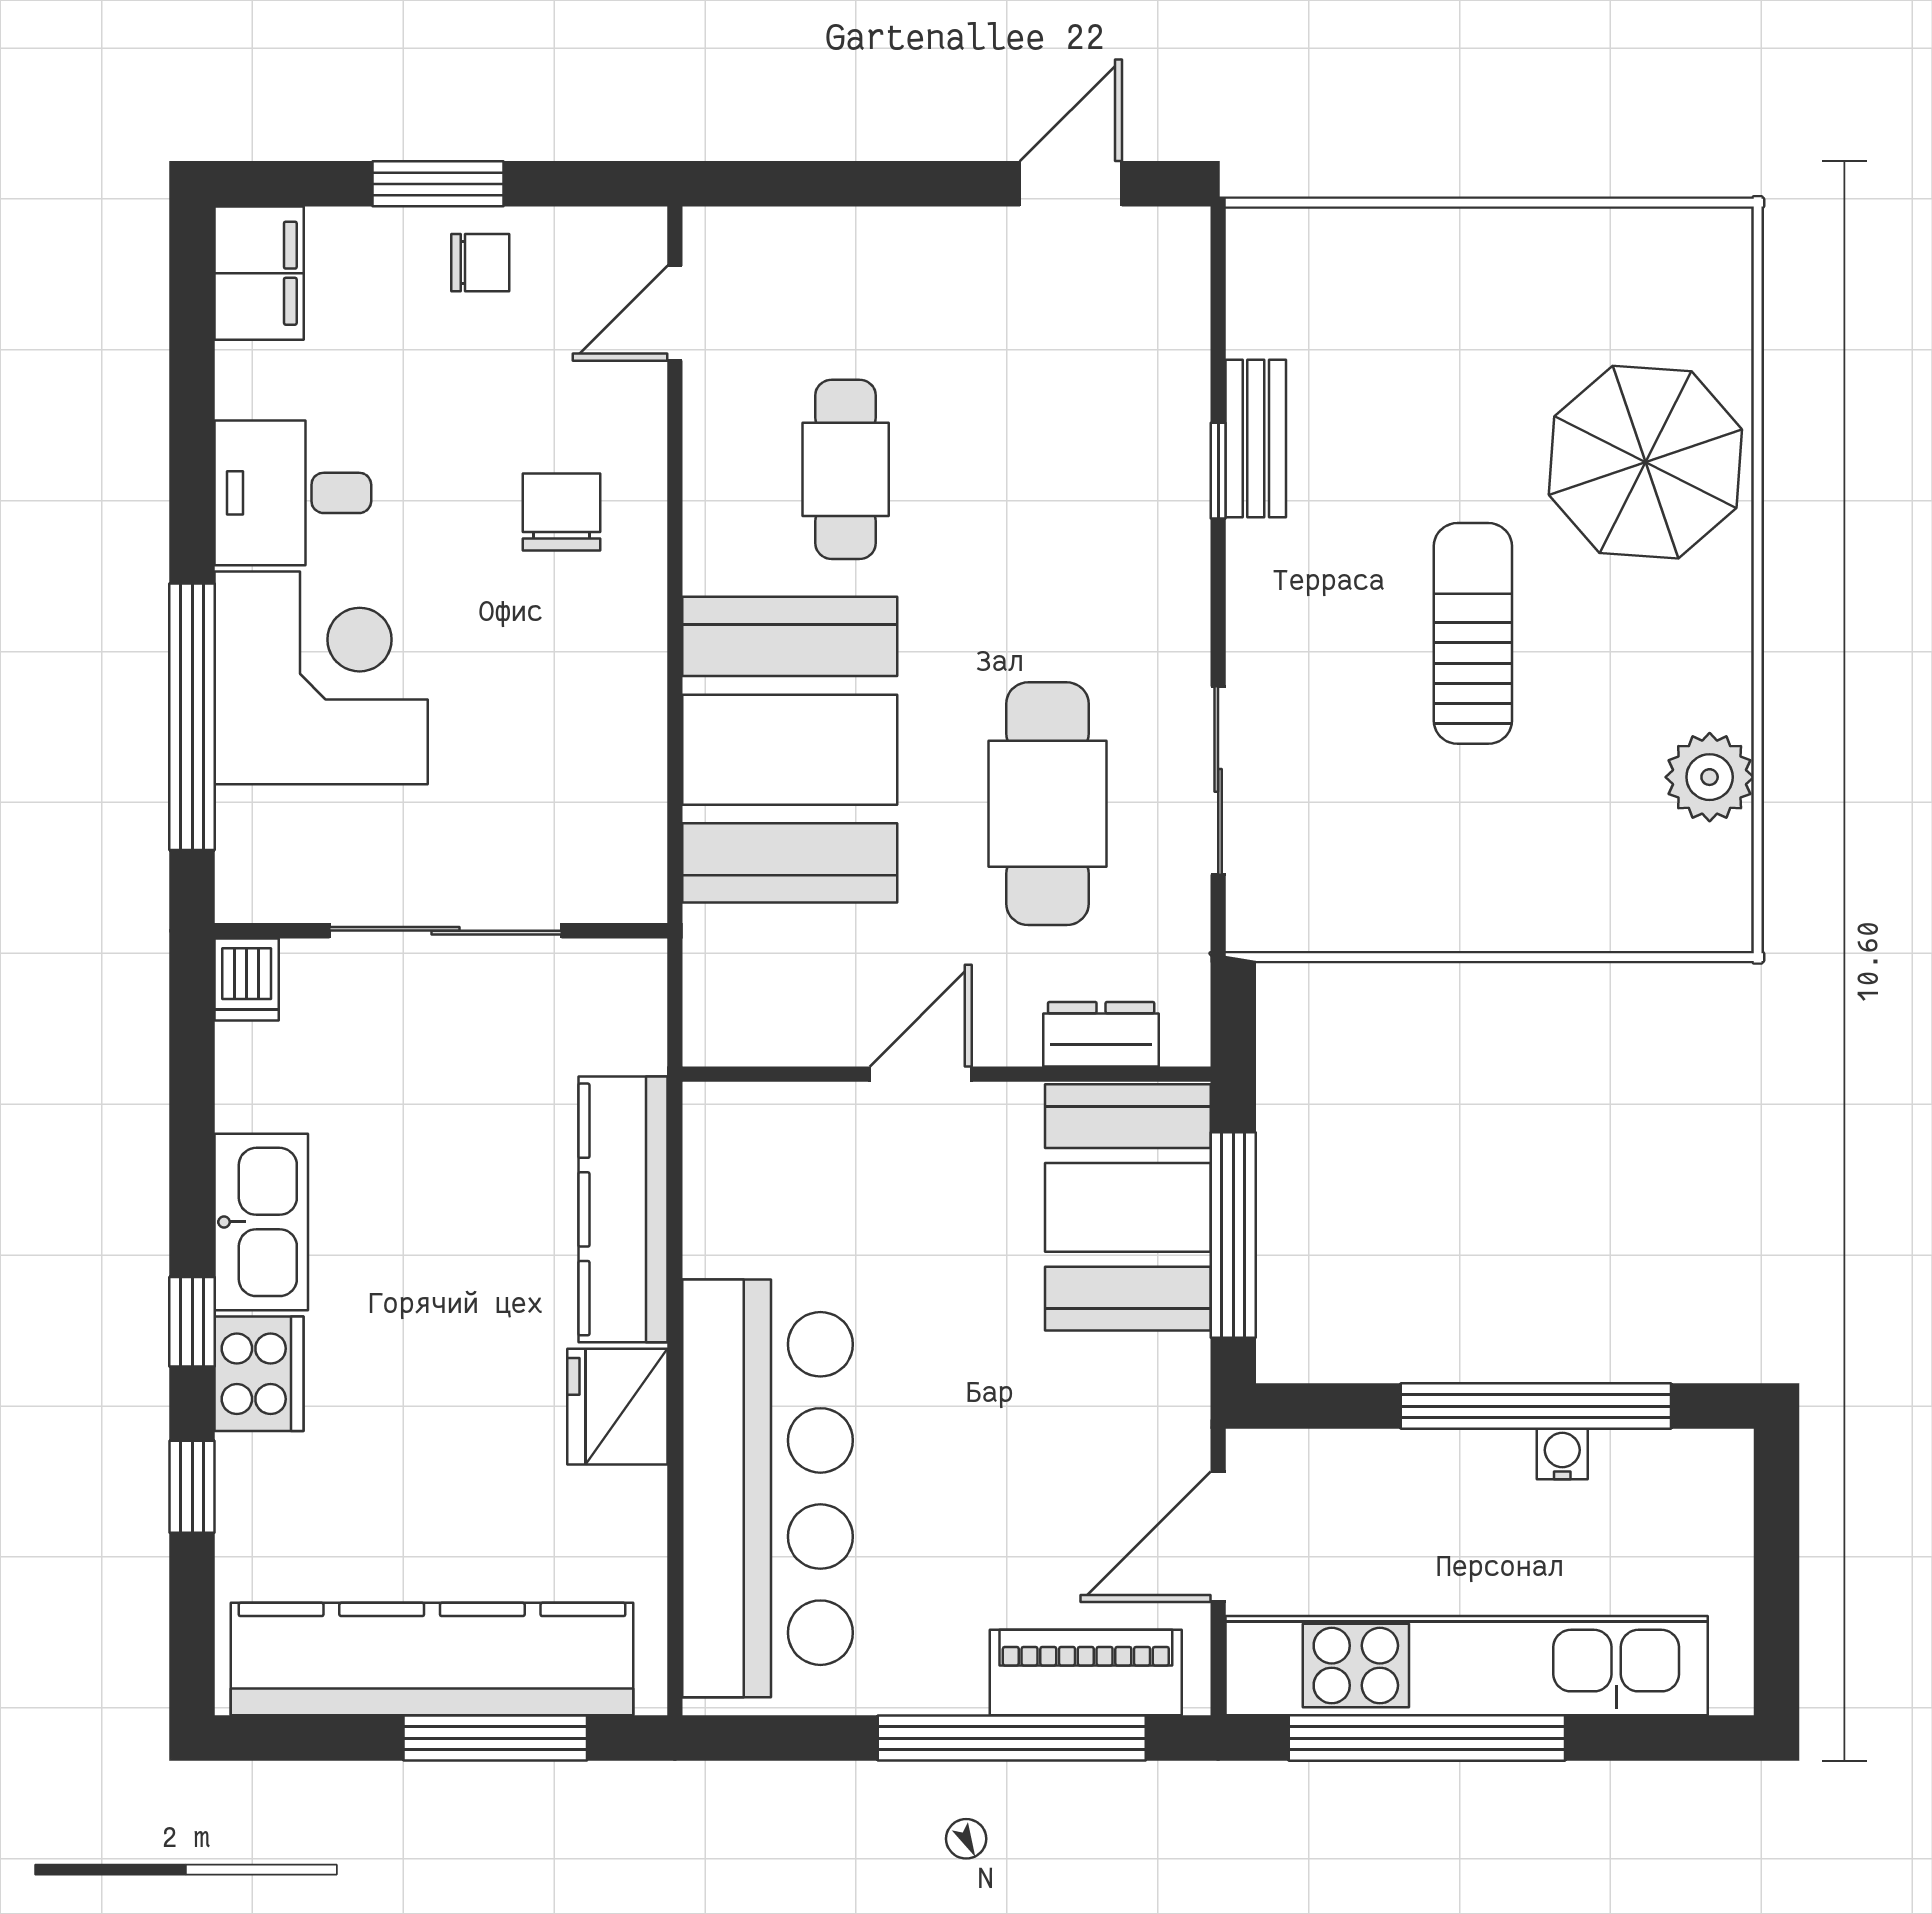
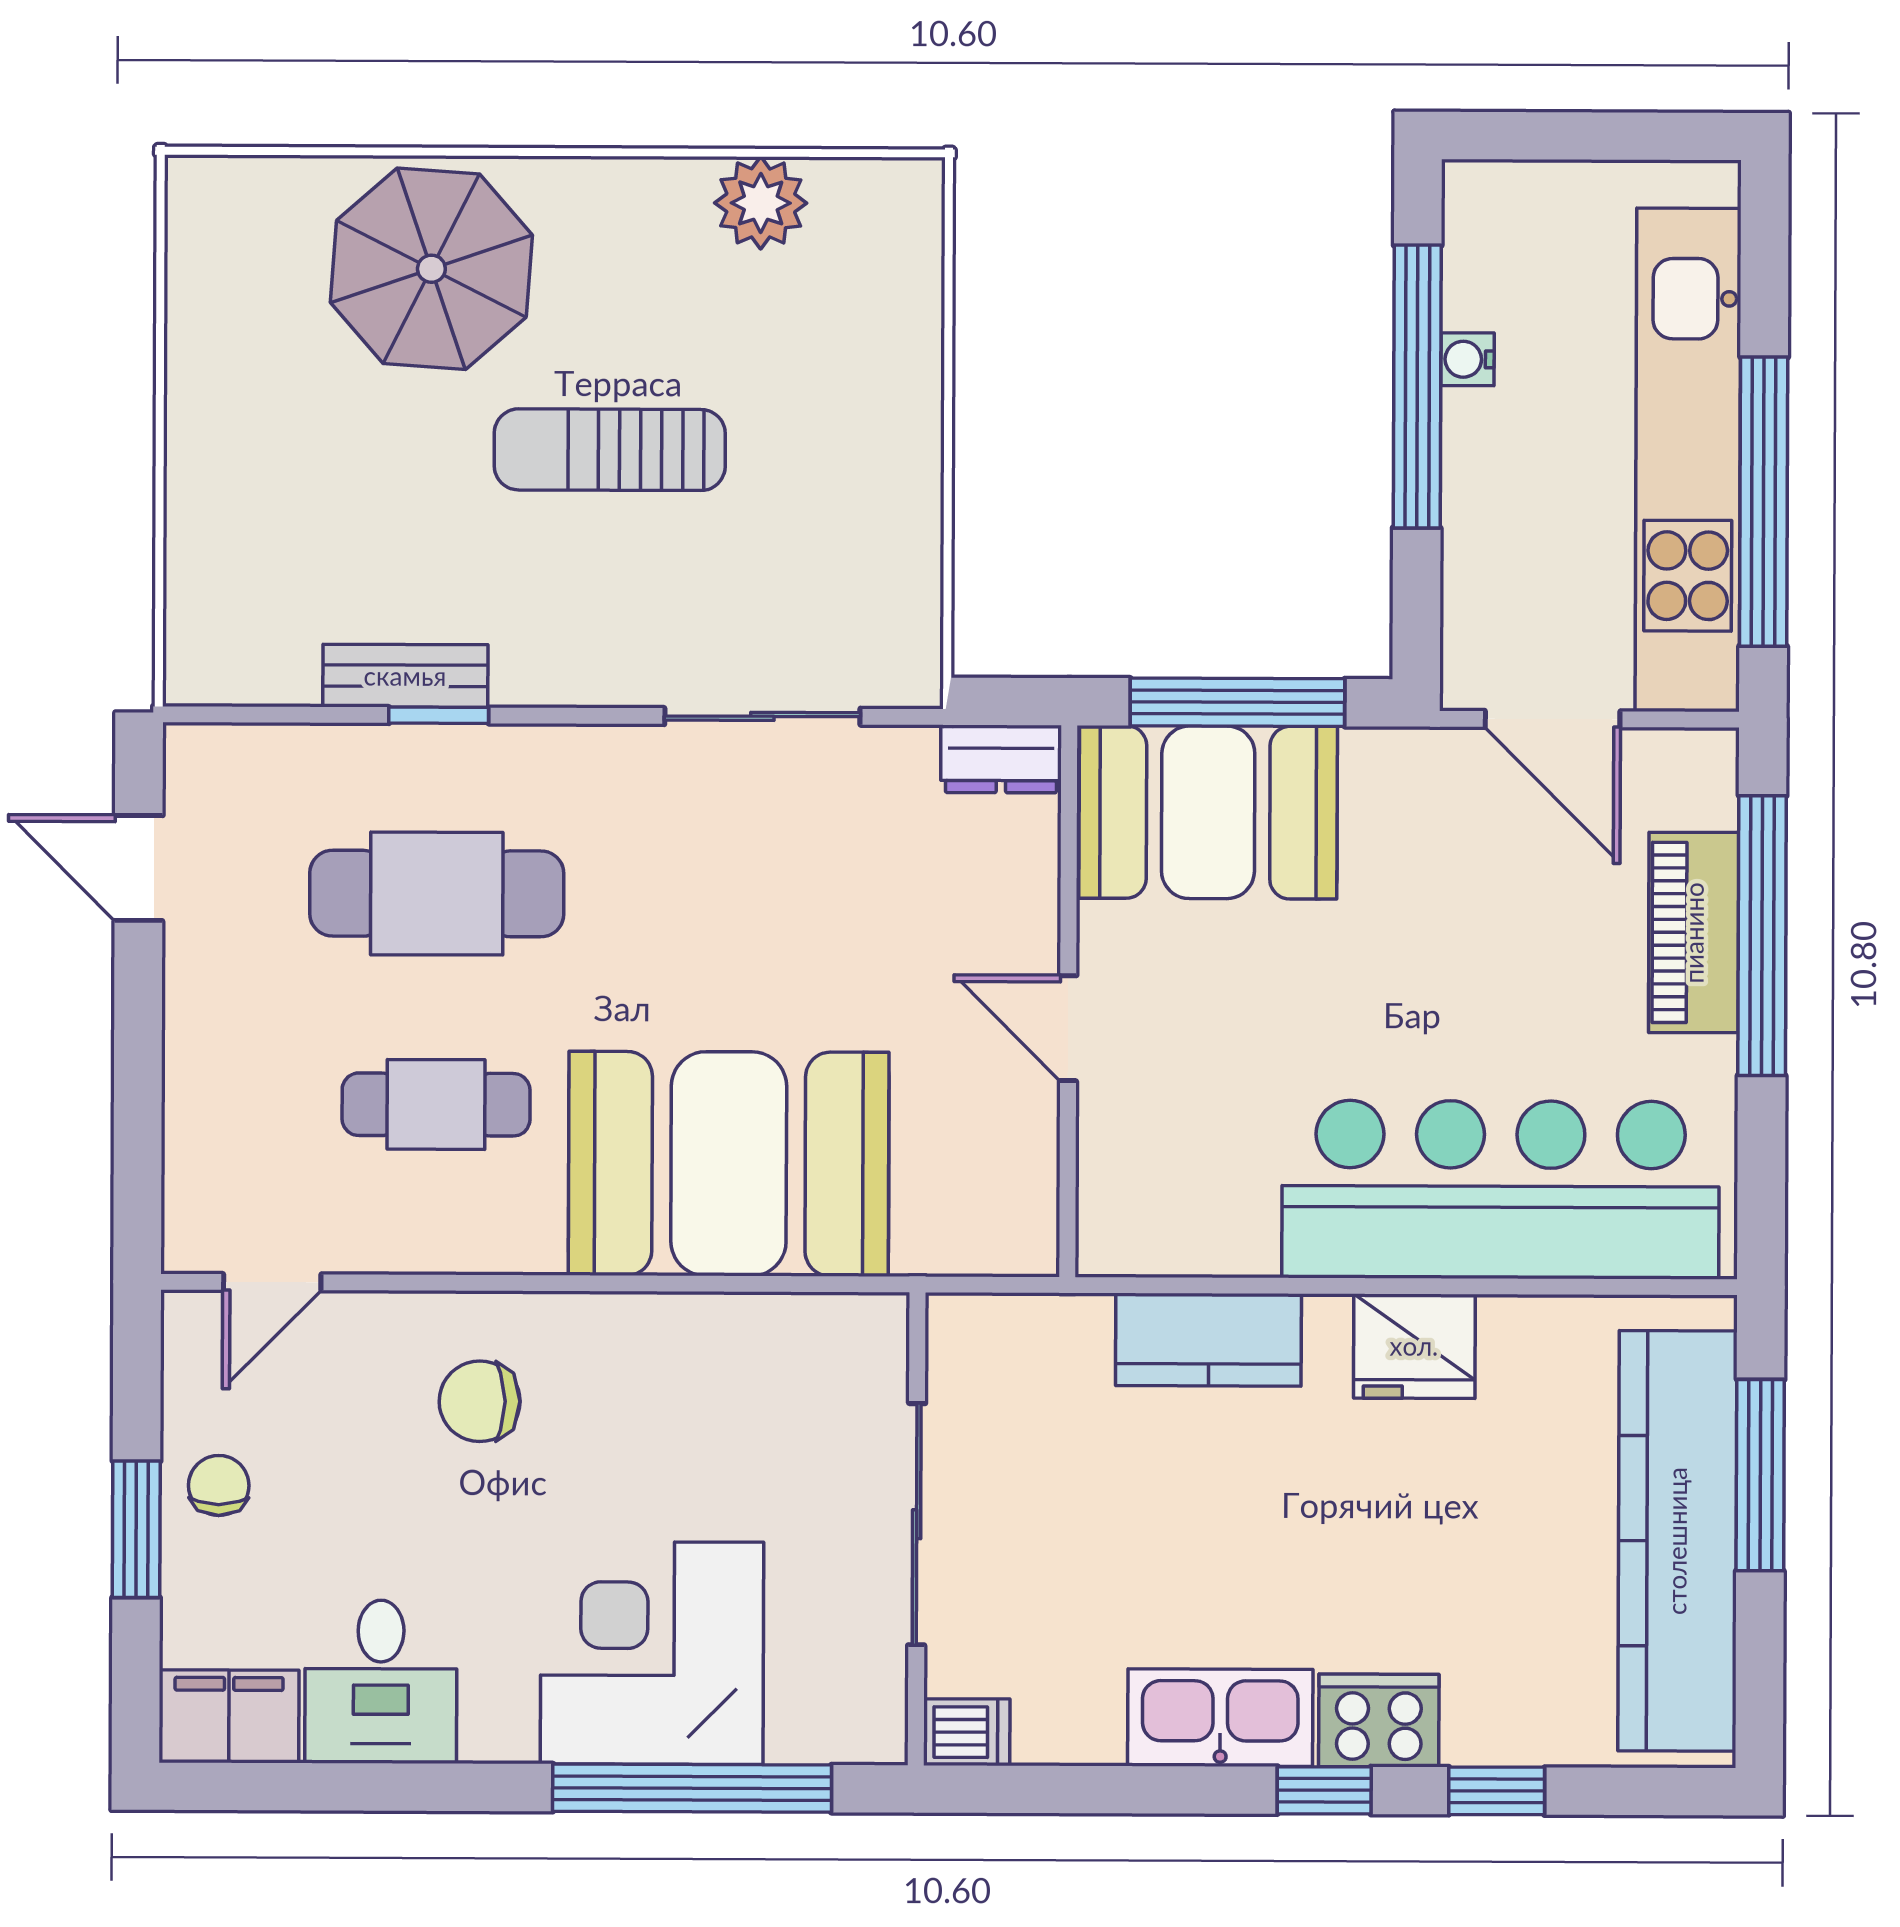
door: (675, 313) -> (272, 1282), hinge flipped
desk: (293, 493) -> (381, 1682), moved
cafe table: (1047, 804) -> (437, 894), moved
dresser: (1101, 1034) -> (1001, 759), moved, turned -90
kitchen counter: (623, 1209) -> (1208, 1340), width x0.67
piano: (1086, 1672) -> (1694, 933), moved

